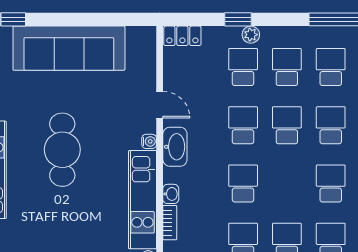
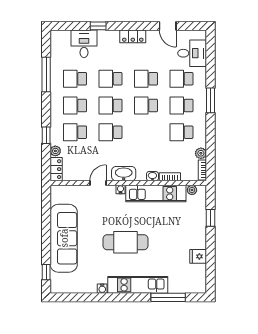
plant: (251, 35) -> (55, 151), moved
school desk: (243, 183) -> (146, 105), moved

